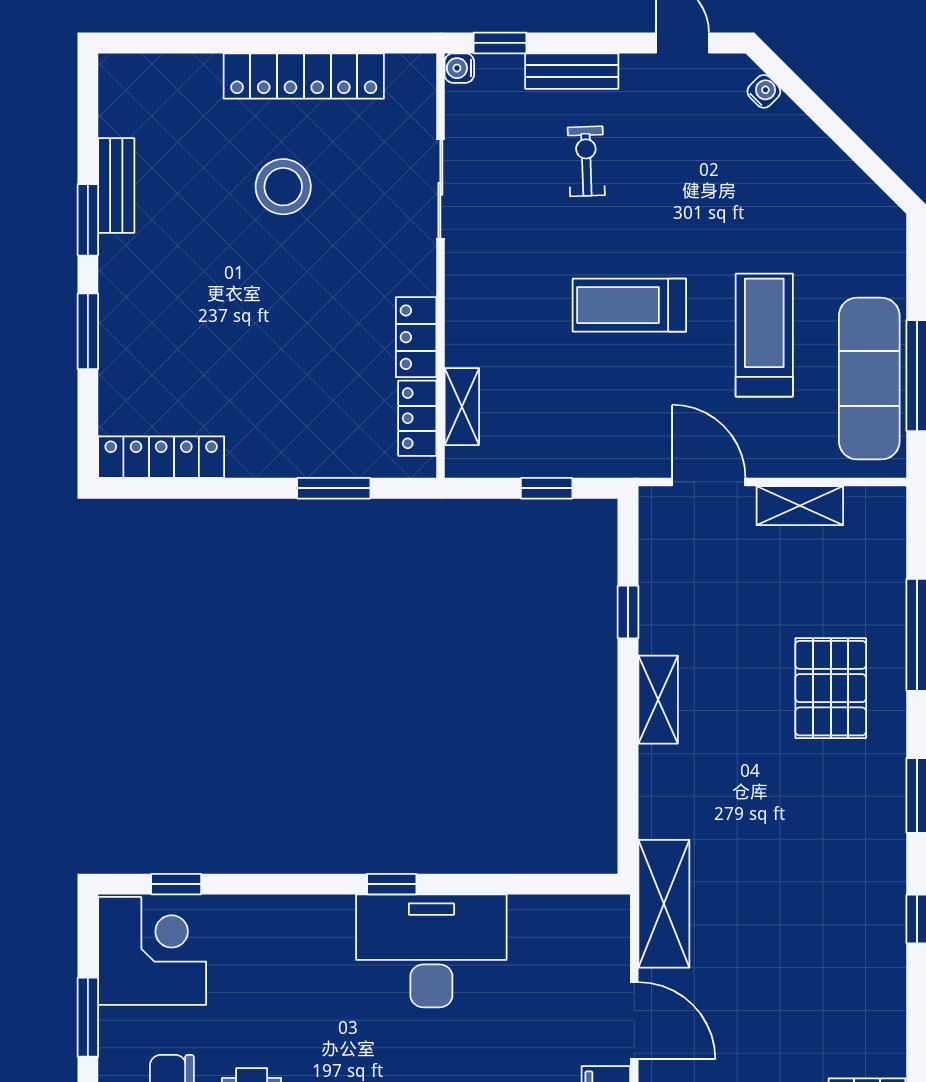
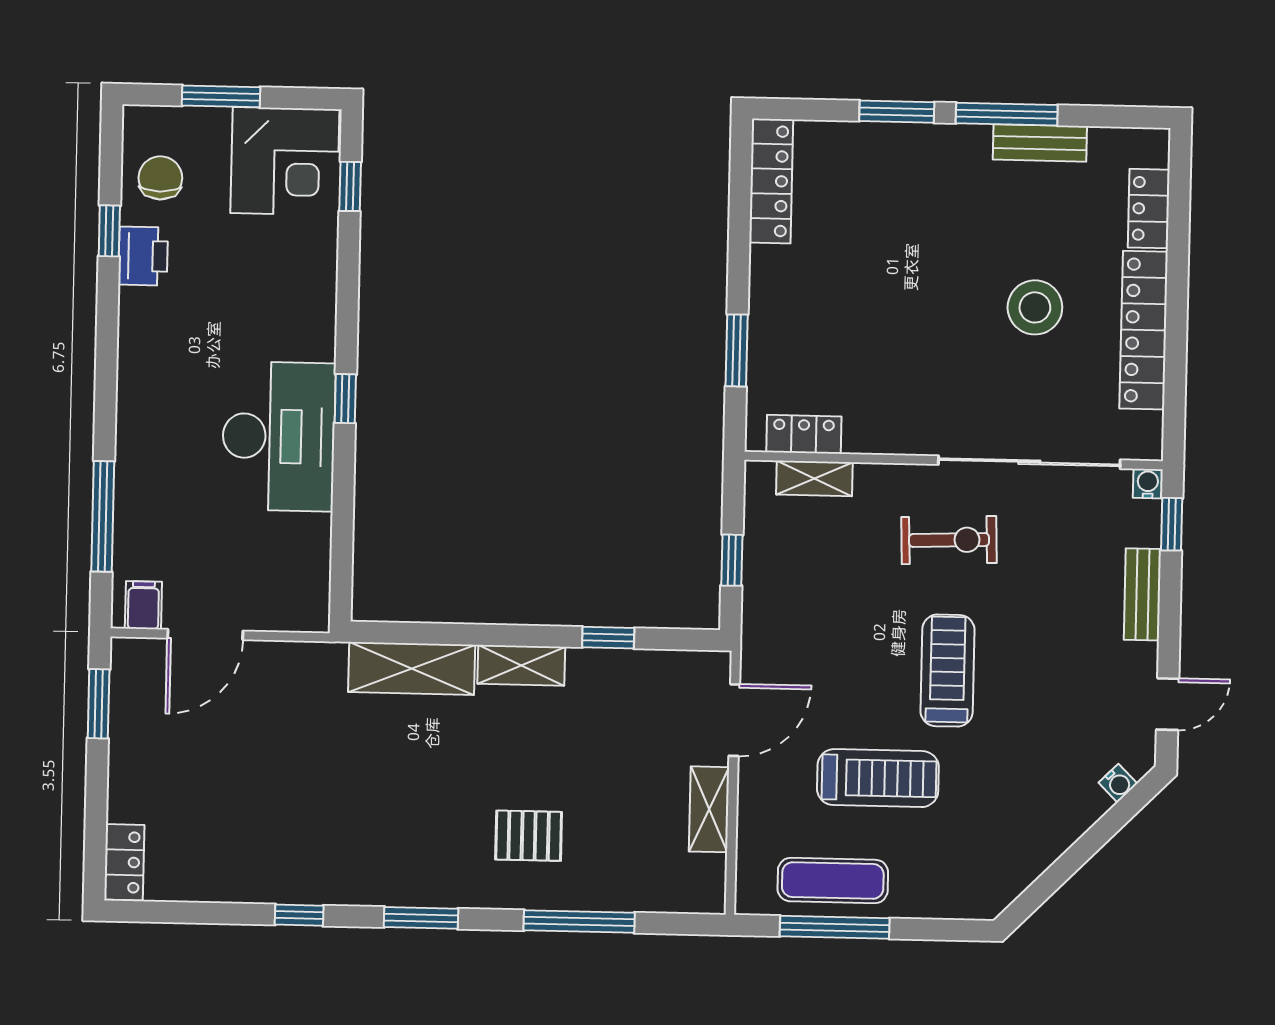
exercise bike: (586, 161) -> (949, 540), moved, width x1.38, depth x1.39
sliding door: (440, 189) -> (1029, 462), width x1.86
window: (88, 220) -> (1007, 114), width x1.44
treadmill: (629, 305) -> (947, 671), moved
locker: (416, 337) -> (1149, 209), moved, turned -90
exercise mat: (869, 379) -> (833, 881), width x0.73, depth x0.69
pallet: (831, 688) -> (529, 836), width x0.67, depth x0.71
shelving: (664, 904) -> (412, 668), moved

